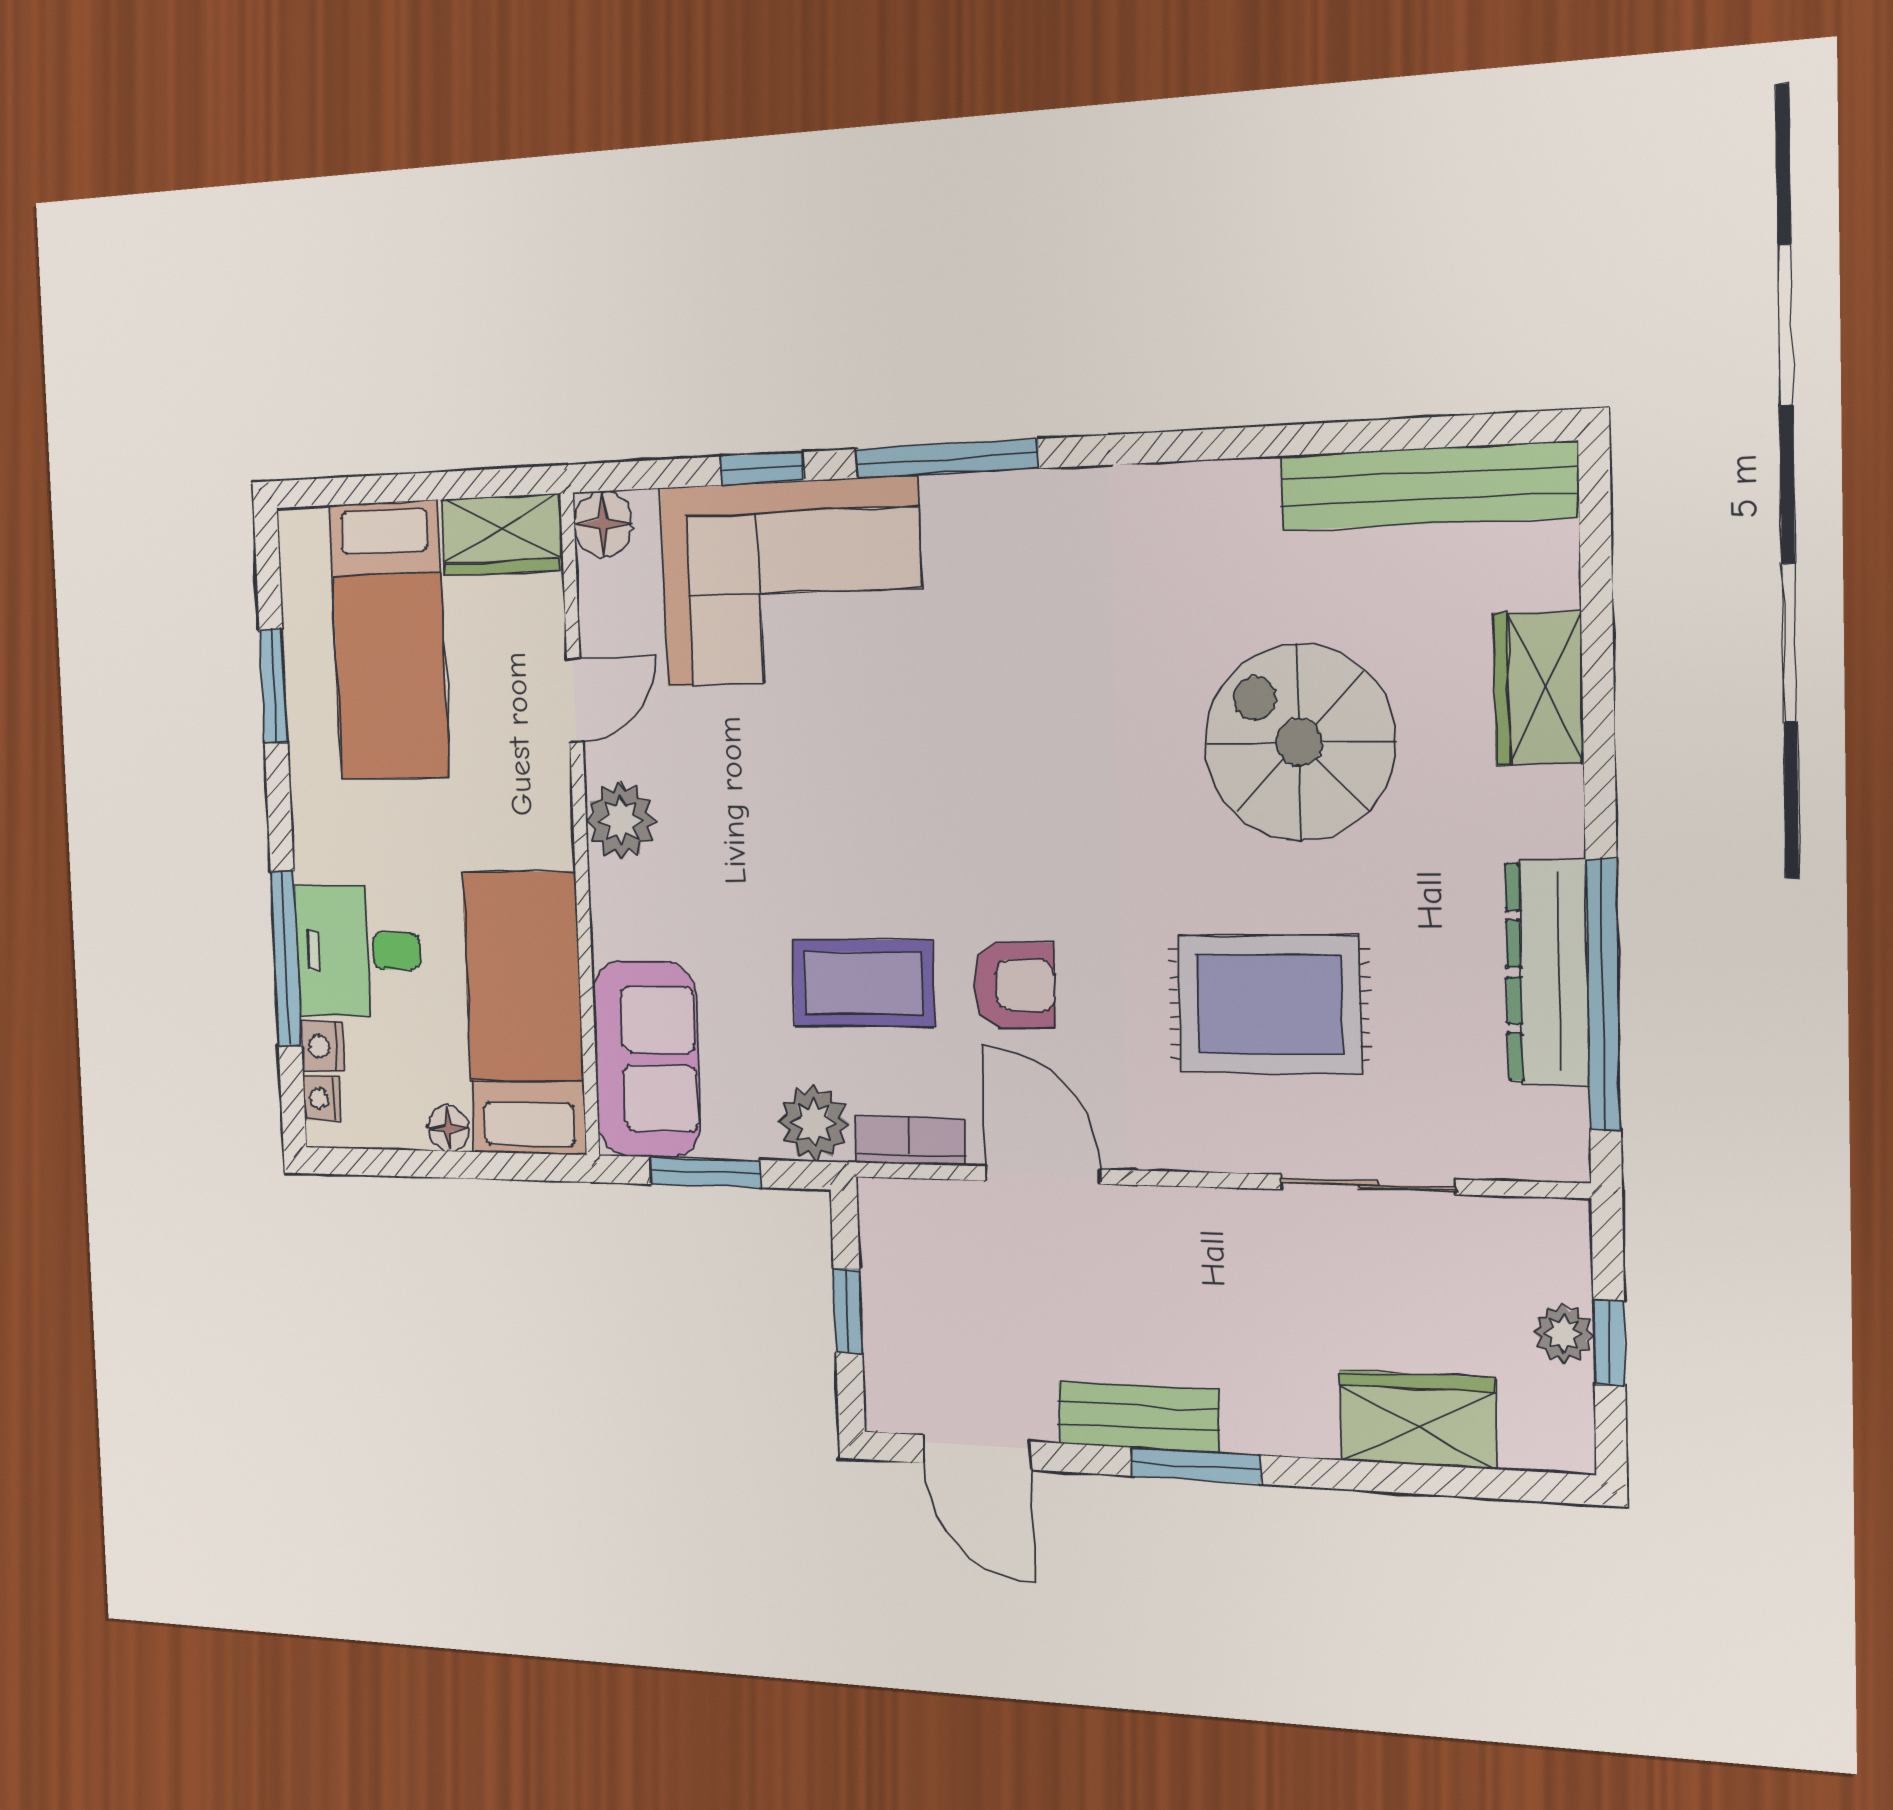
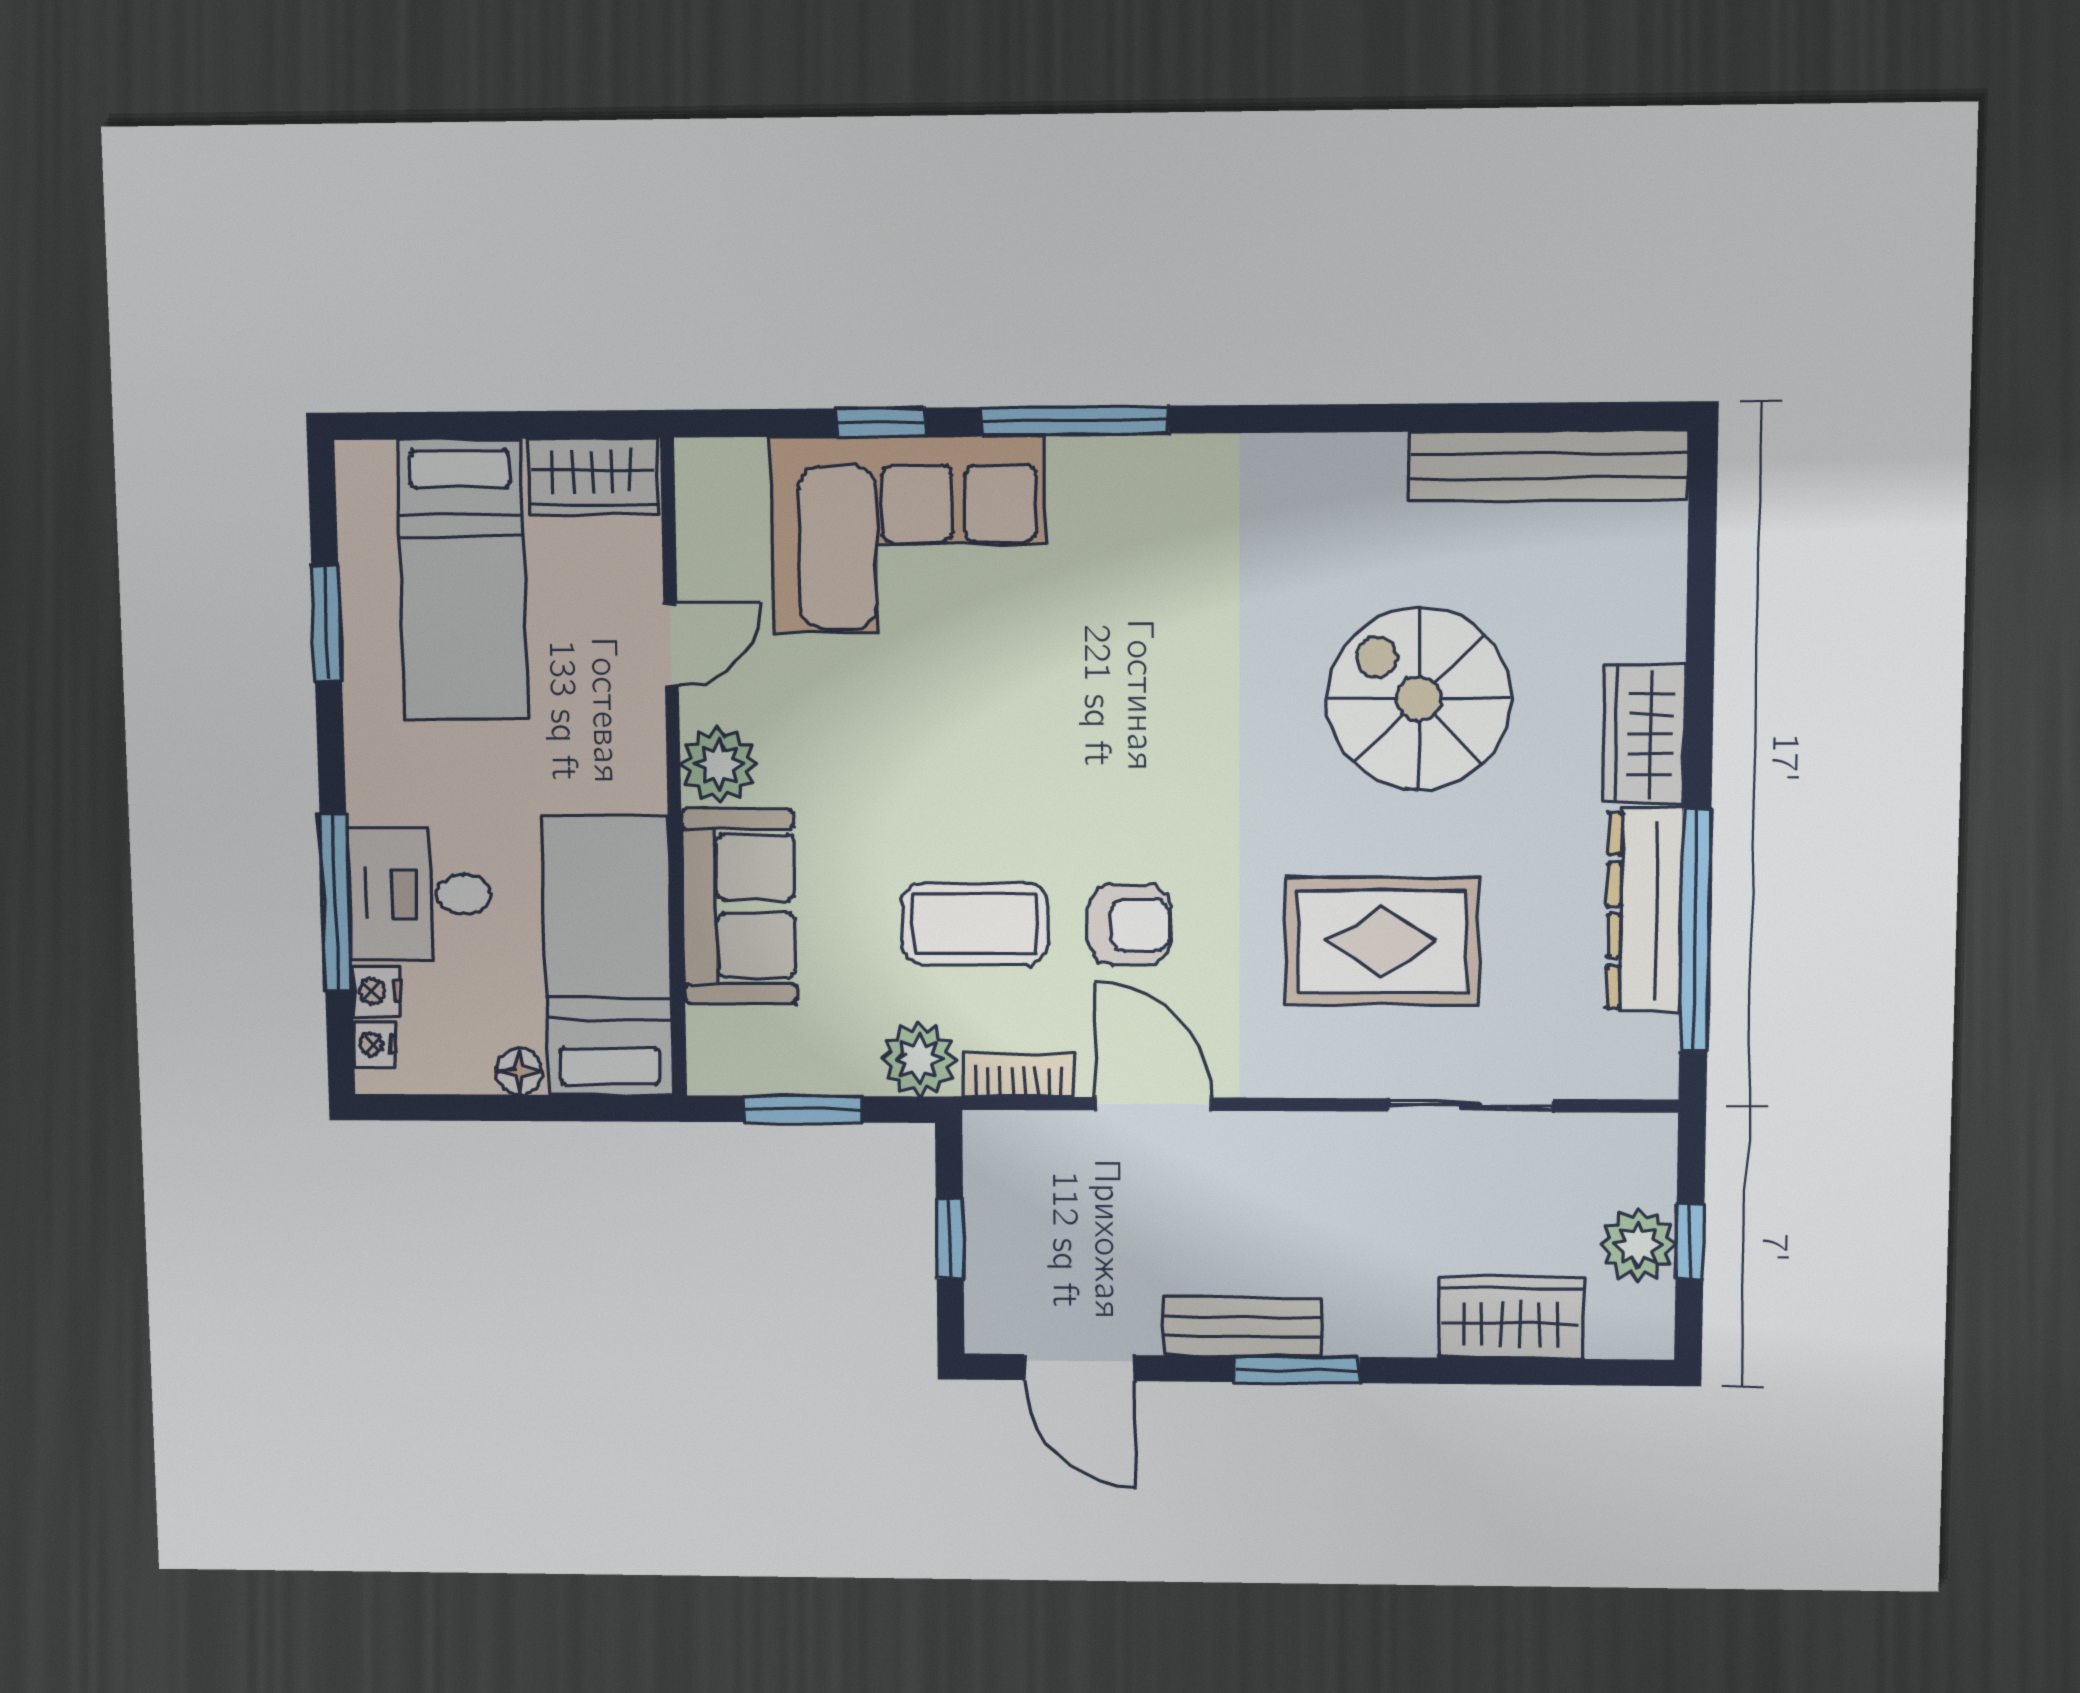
floor lamp: (603, 524) -> (707, 470), removed
wardrobe: (1538, 688) -> (1644, 734), moved
sofa: (646, 1059) -> (739, 906), moved
plant: (1563, 1334) -> (1638, 1245), width x1.38, depth x1.38

